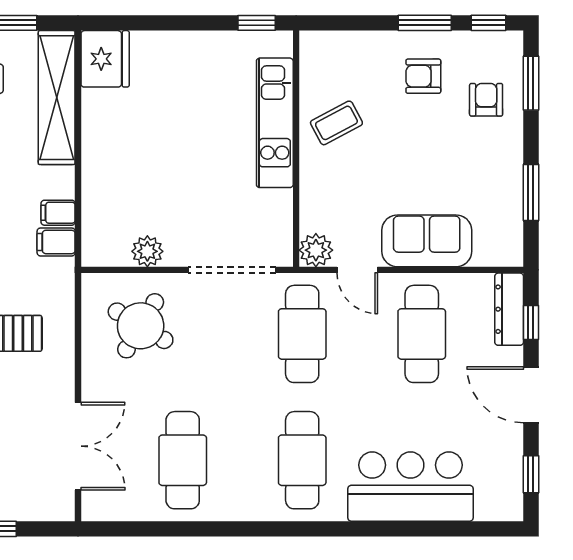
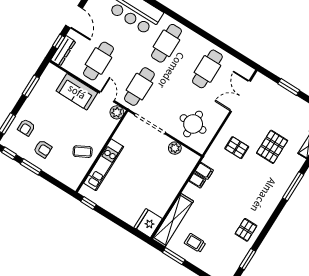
round table: (141, 326) -> (193, 124), turned -31

